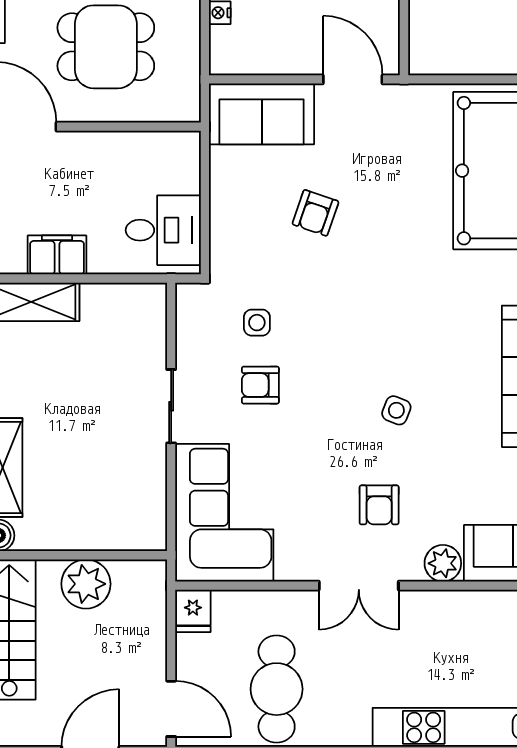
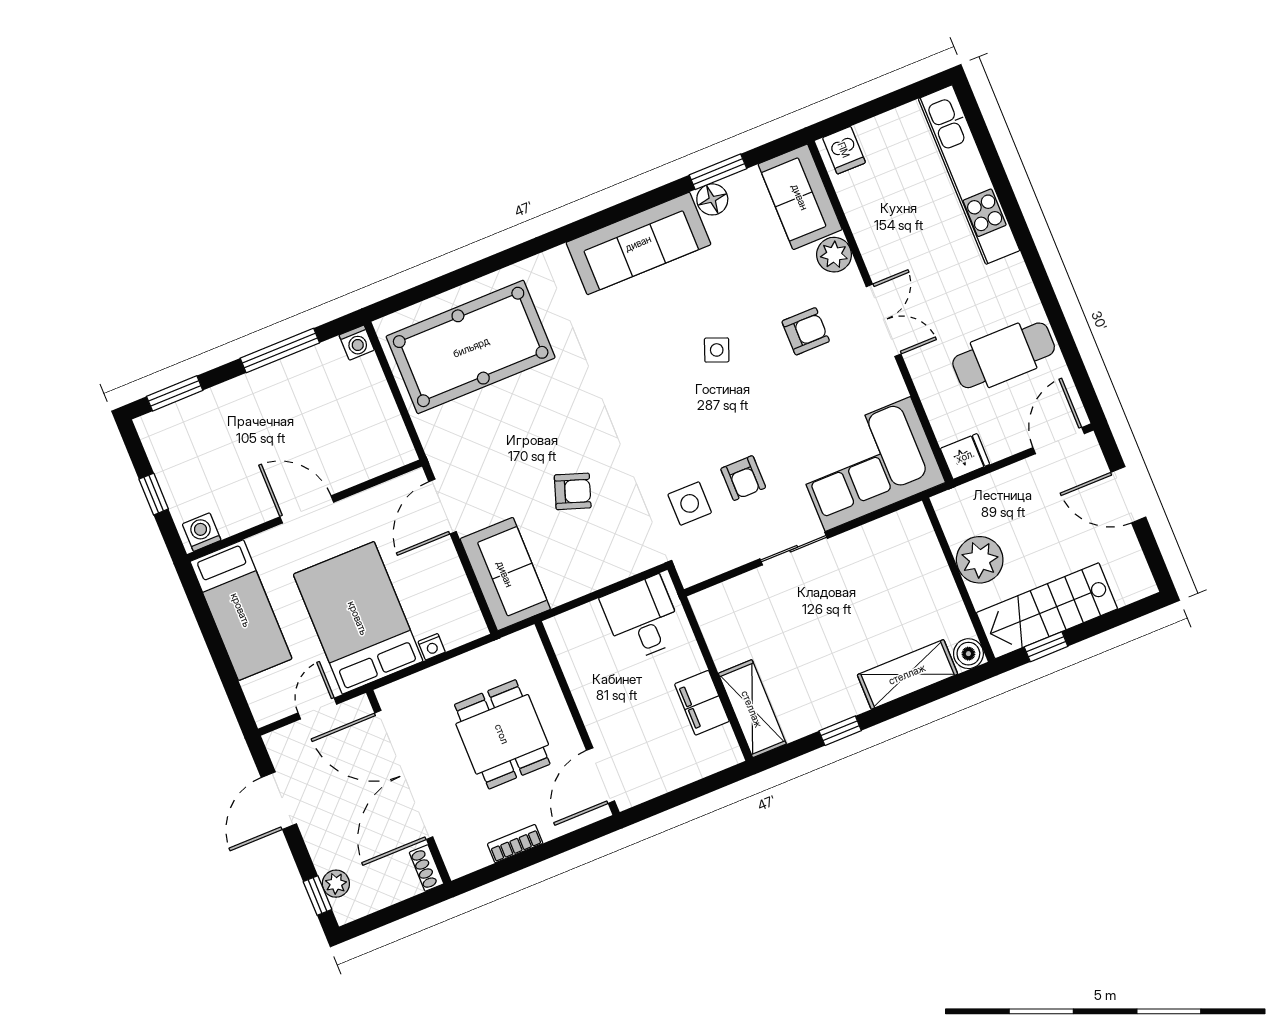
side table: (257, 323) -> (690, 503), width x1.37, depth x1.37

